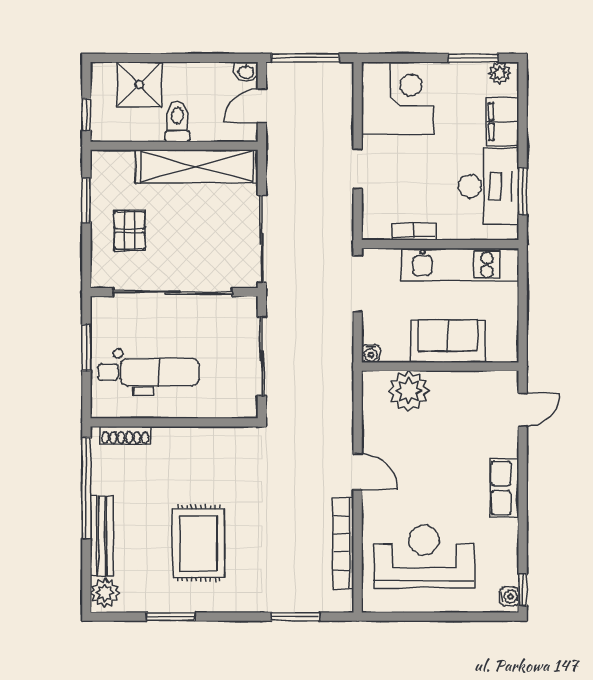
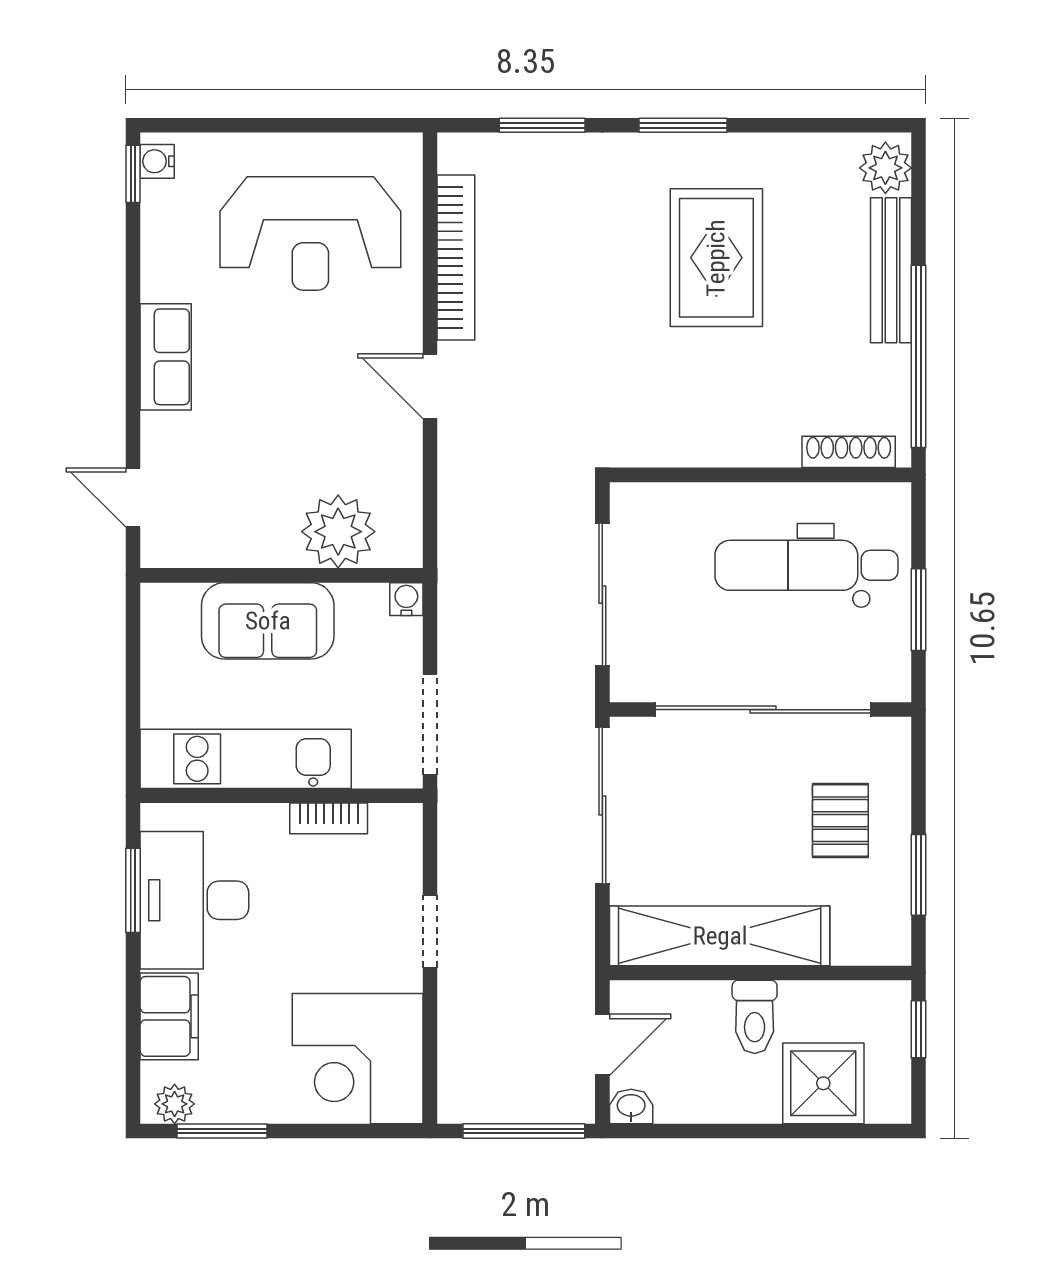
door: (523, 410) -> (133, 498), hinge flipped
window: (171, 617) -> (683, 125), moved

